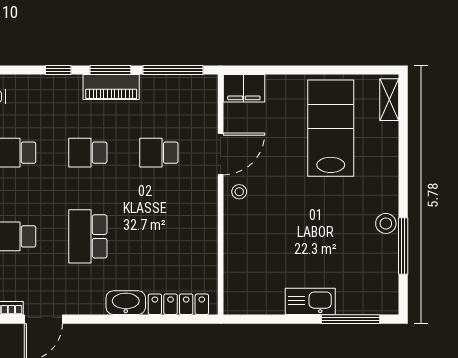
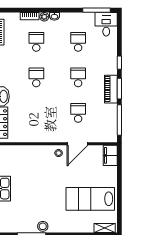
lab bench: (331, 128) -> (90, 199), turned 180
door: (221, 154) -> (77, 144), hinge flipped
school desk: (88, 236) -> (36, 77), width x0.54

